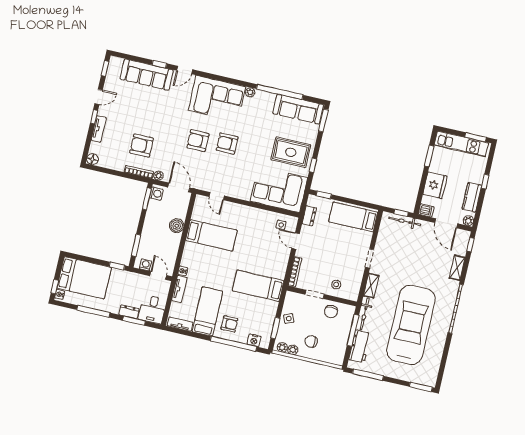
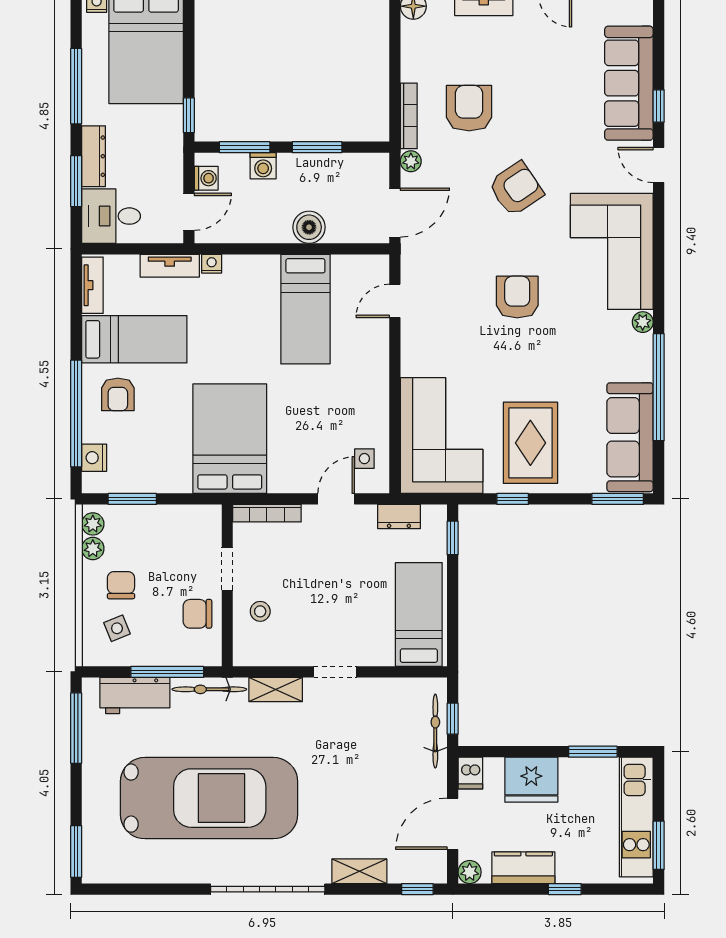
armchair: (198, 141) -> (516, 189), moved, turned 56
washing machine: (156, 194) -> (263, 166), moved
window: (147, 199) -> (317, 147), moved
bed: (258, 286) -> (230, 439), width x1.50
dresser: (129, 312) -> (94, 156), width x1.44
side table: (289, 319) -> (117, 628), moved

